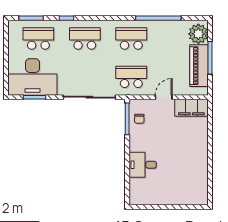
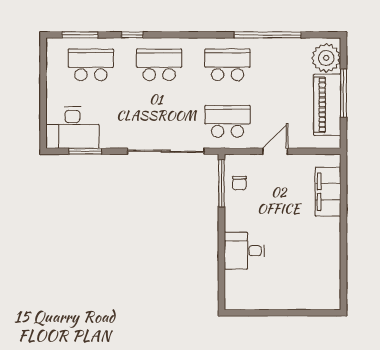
desk: (32, 77) -> (72, 128), width x0.73, depth x0.77
filing cabinet: (191, 108) -> (328, 192), moved, turned 90

